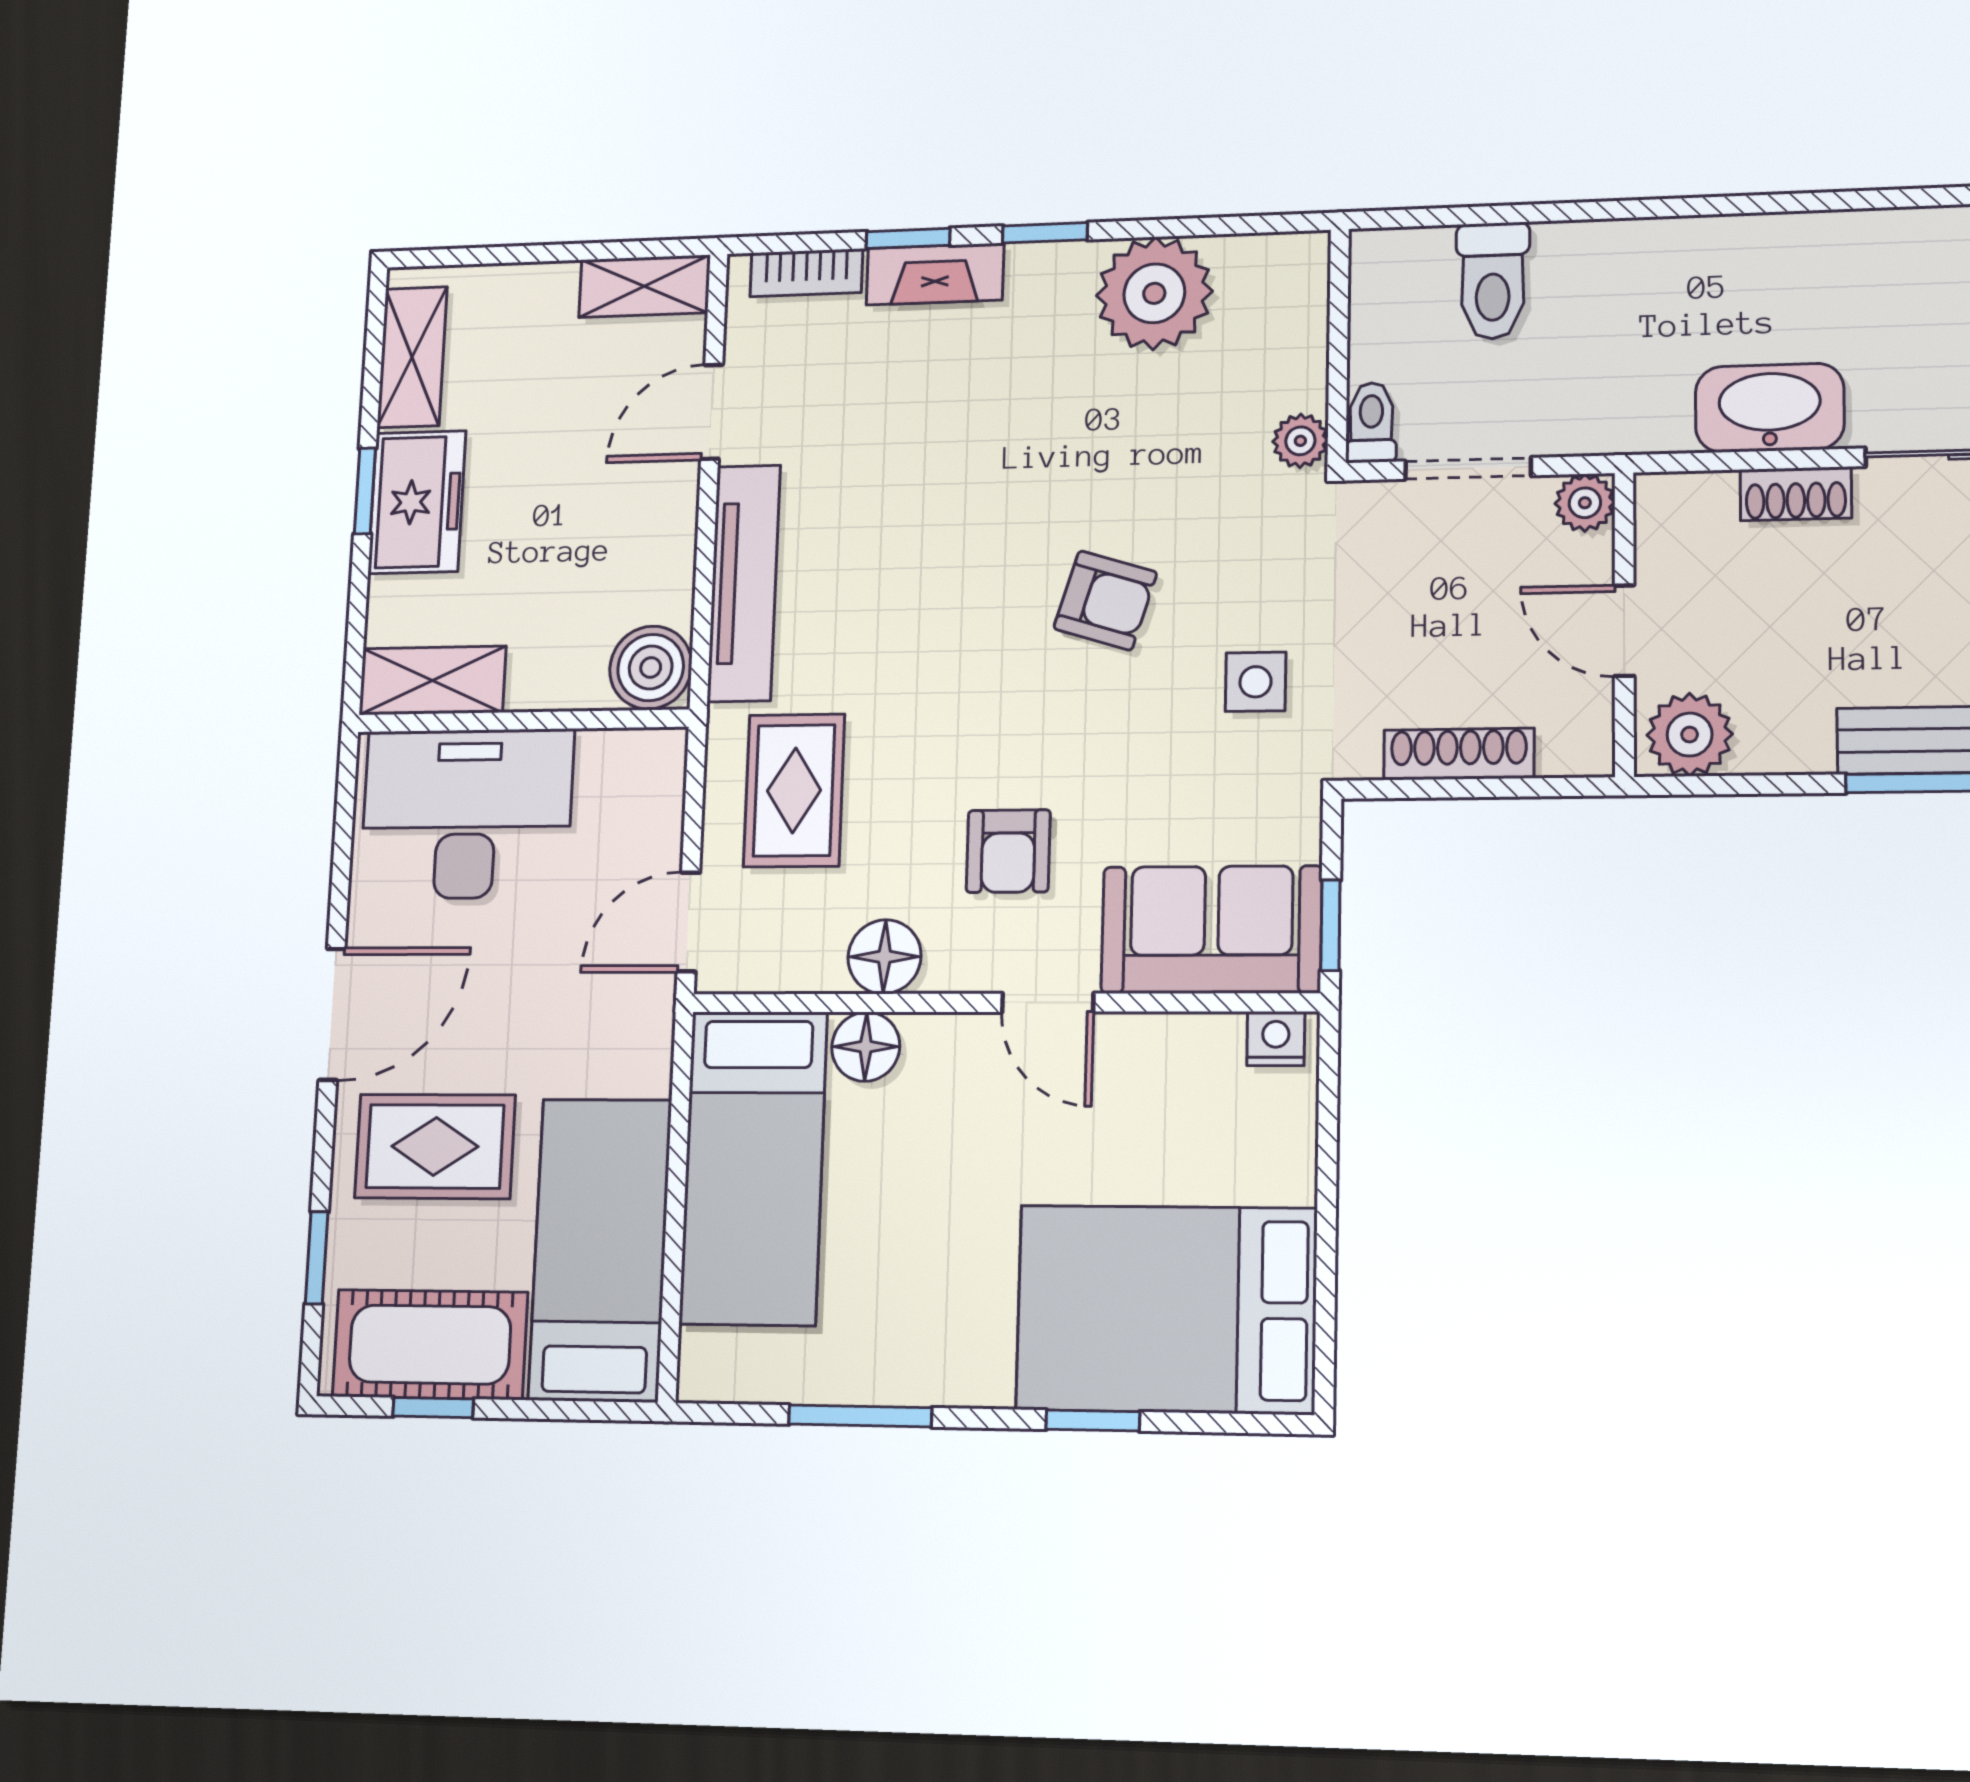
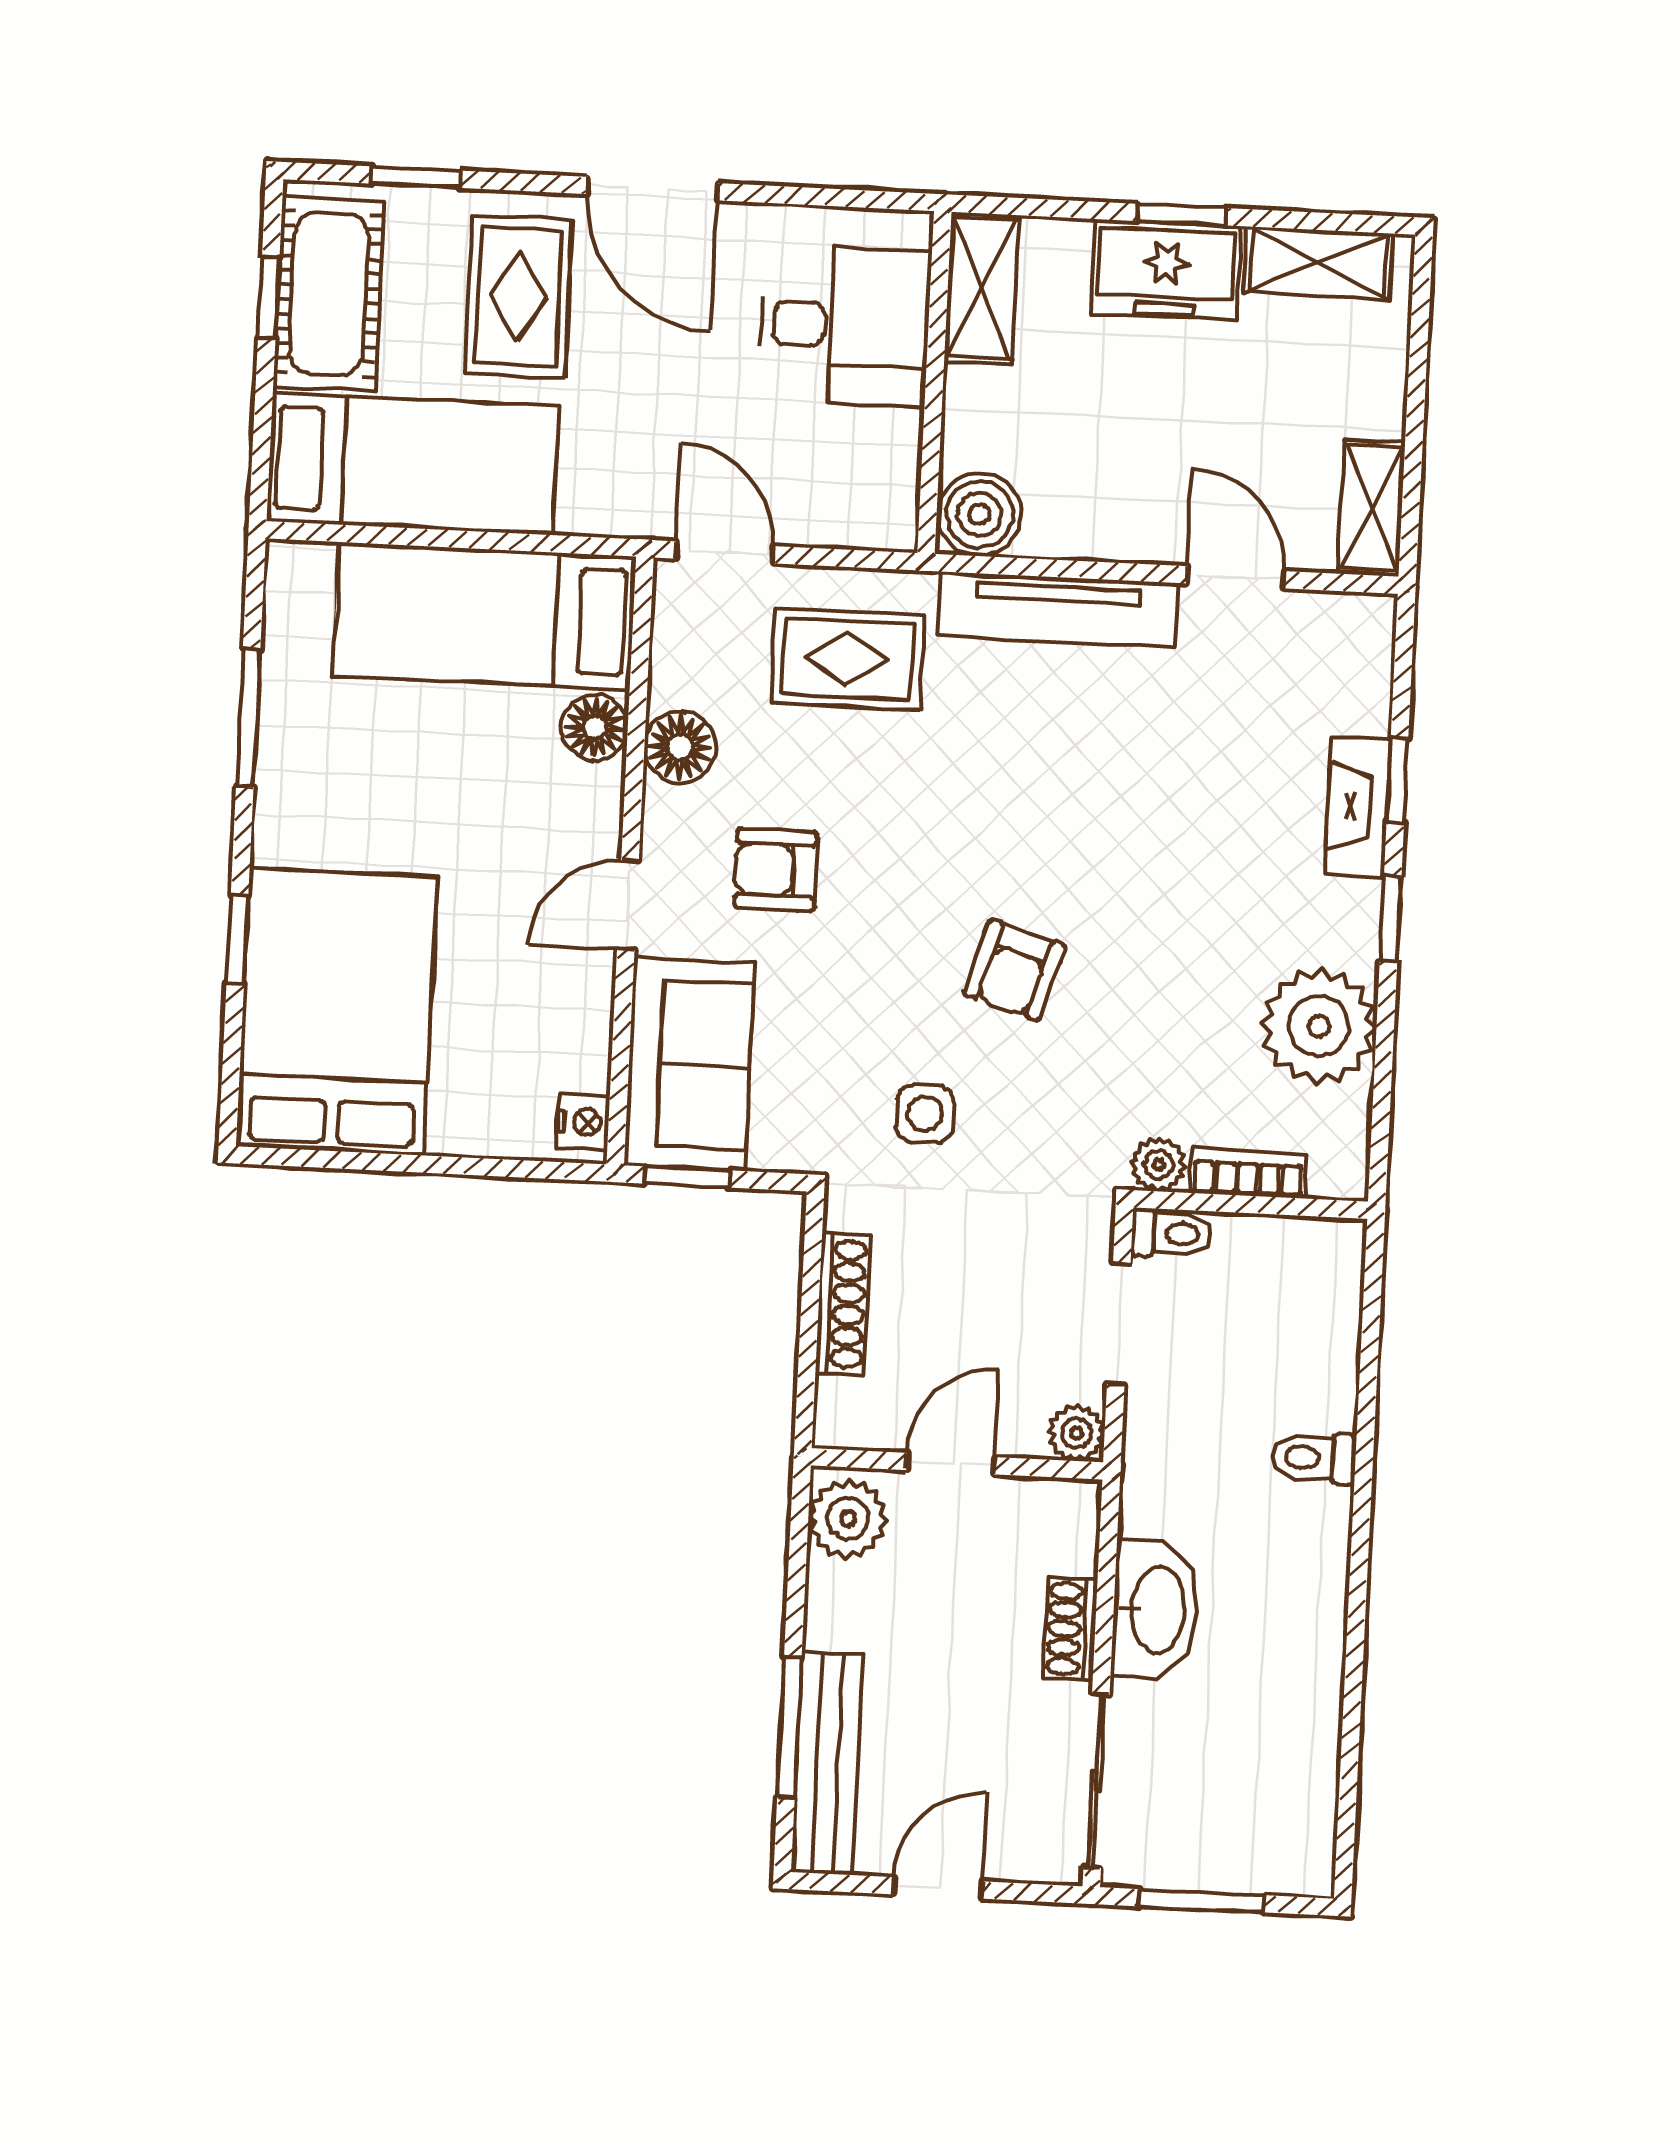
bookcase: (806, 273) -> (1248, 1173), moved, turned 90
toilet: (1493, 281) -> (1314, 1458), moved, width x0.73, depth x0.72
desk: (467, 814) -> (844, 326), width x0.73

